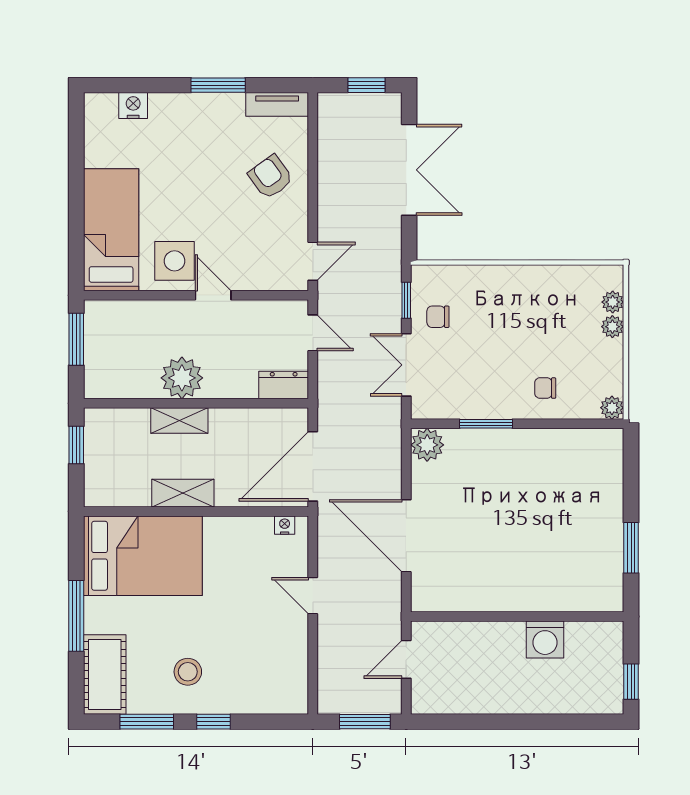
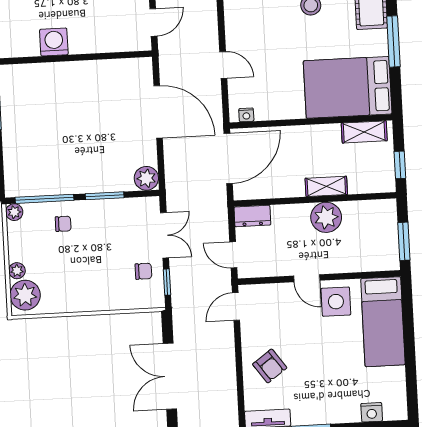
plant: (613, 302) -> (25, 295), width x1.87, depth x1.87
window: (569, 424) -> (45, 199), added
shelving: (183, 493) -> (364, 132), moved

